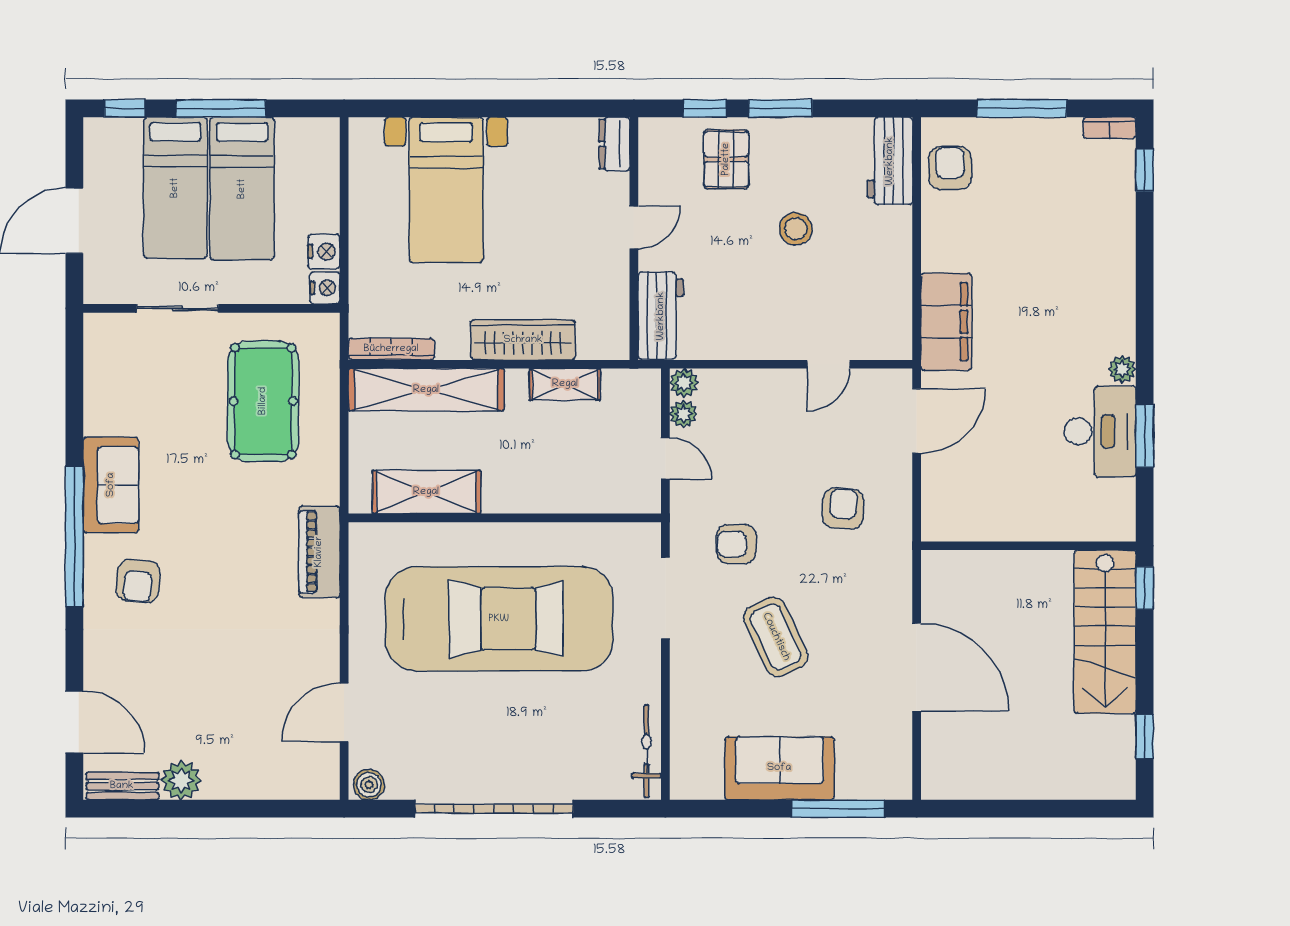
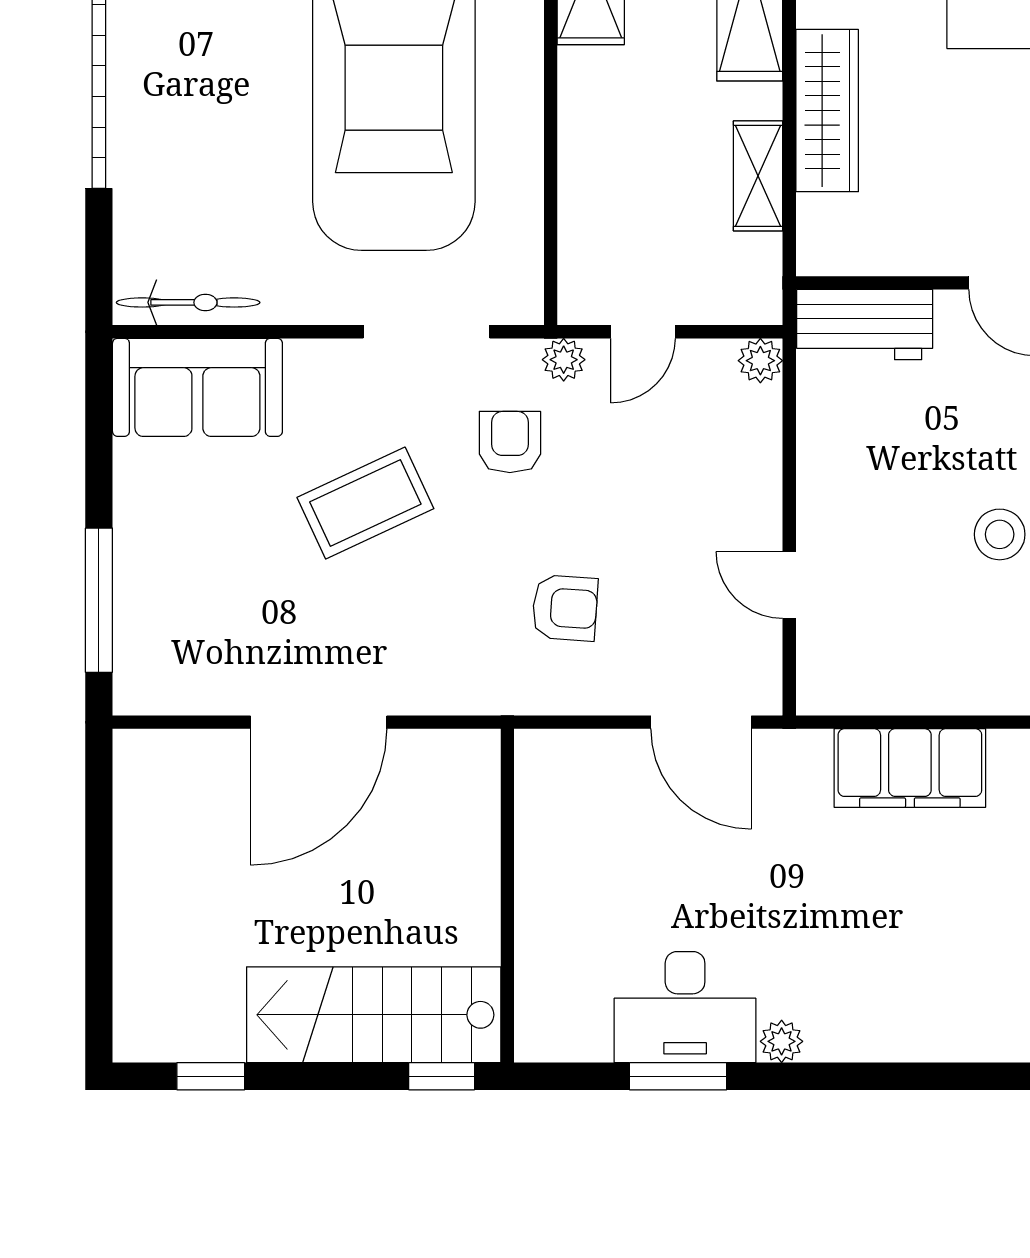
filing cabinet: (946, 322) -> (910, 768), moved
plant: (683, 414) -> (564, 360), moved
sofa: (779, 768) -> (197, 387), moved, turned 90

